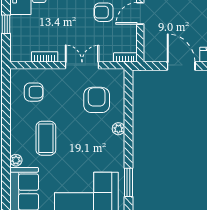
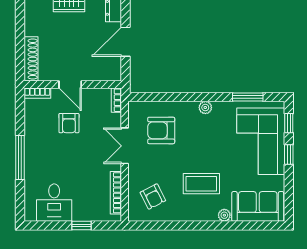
bookcase: (45, 57) -> (116, 193), width x1.56
armchair: (34, 92) -> (153, 197), turned 153
plant: (118, 129) -> (205, 108), moved

